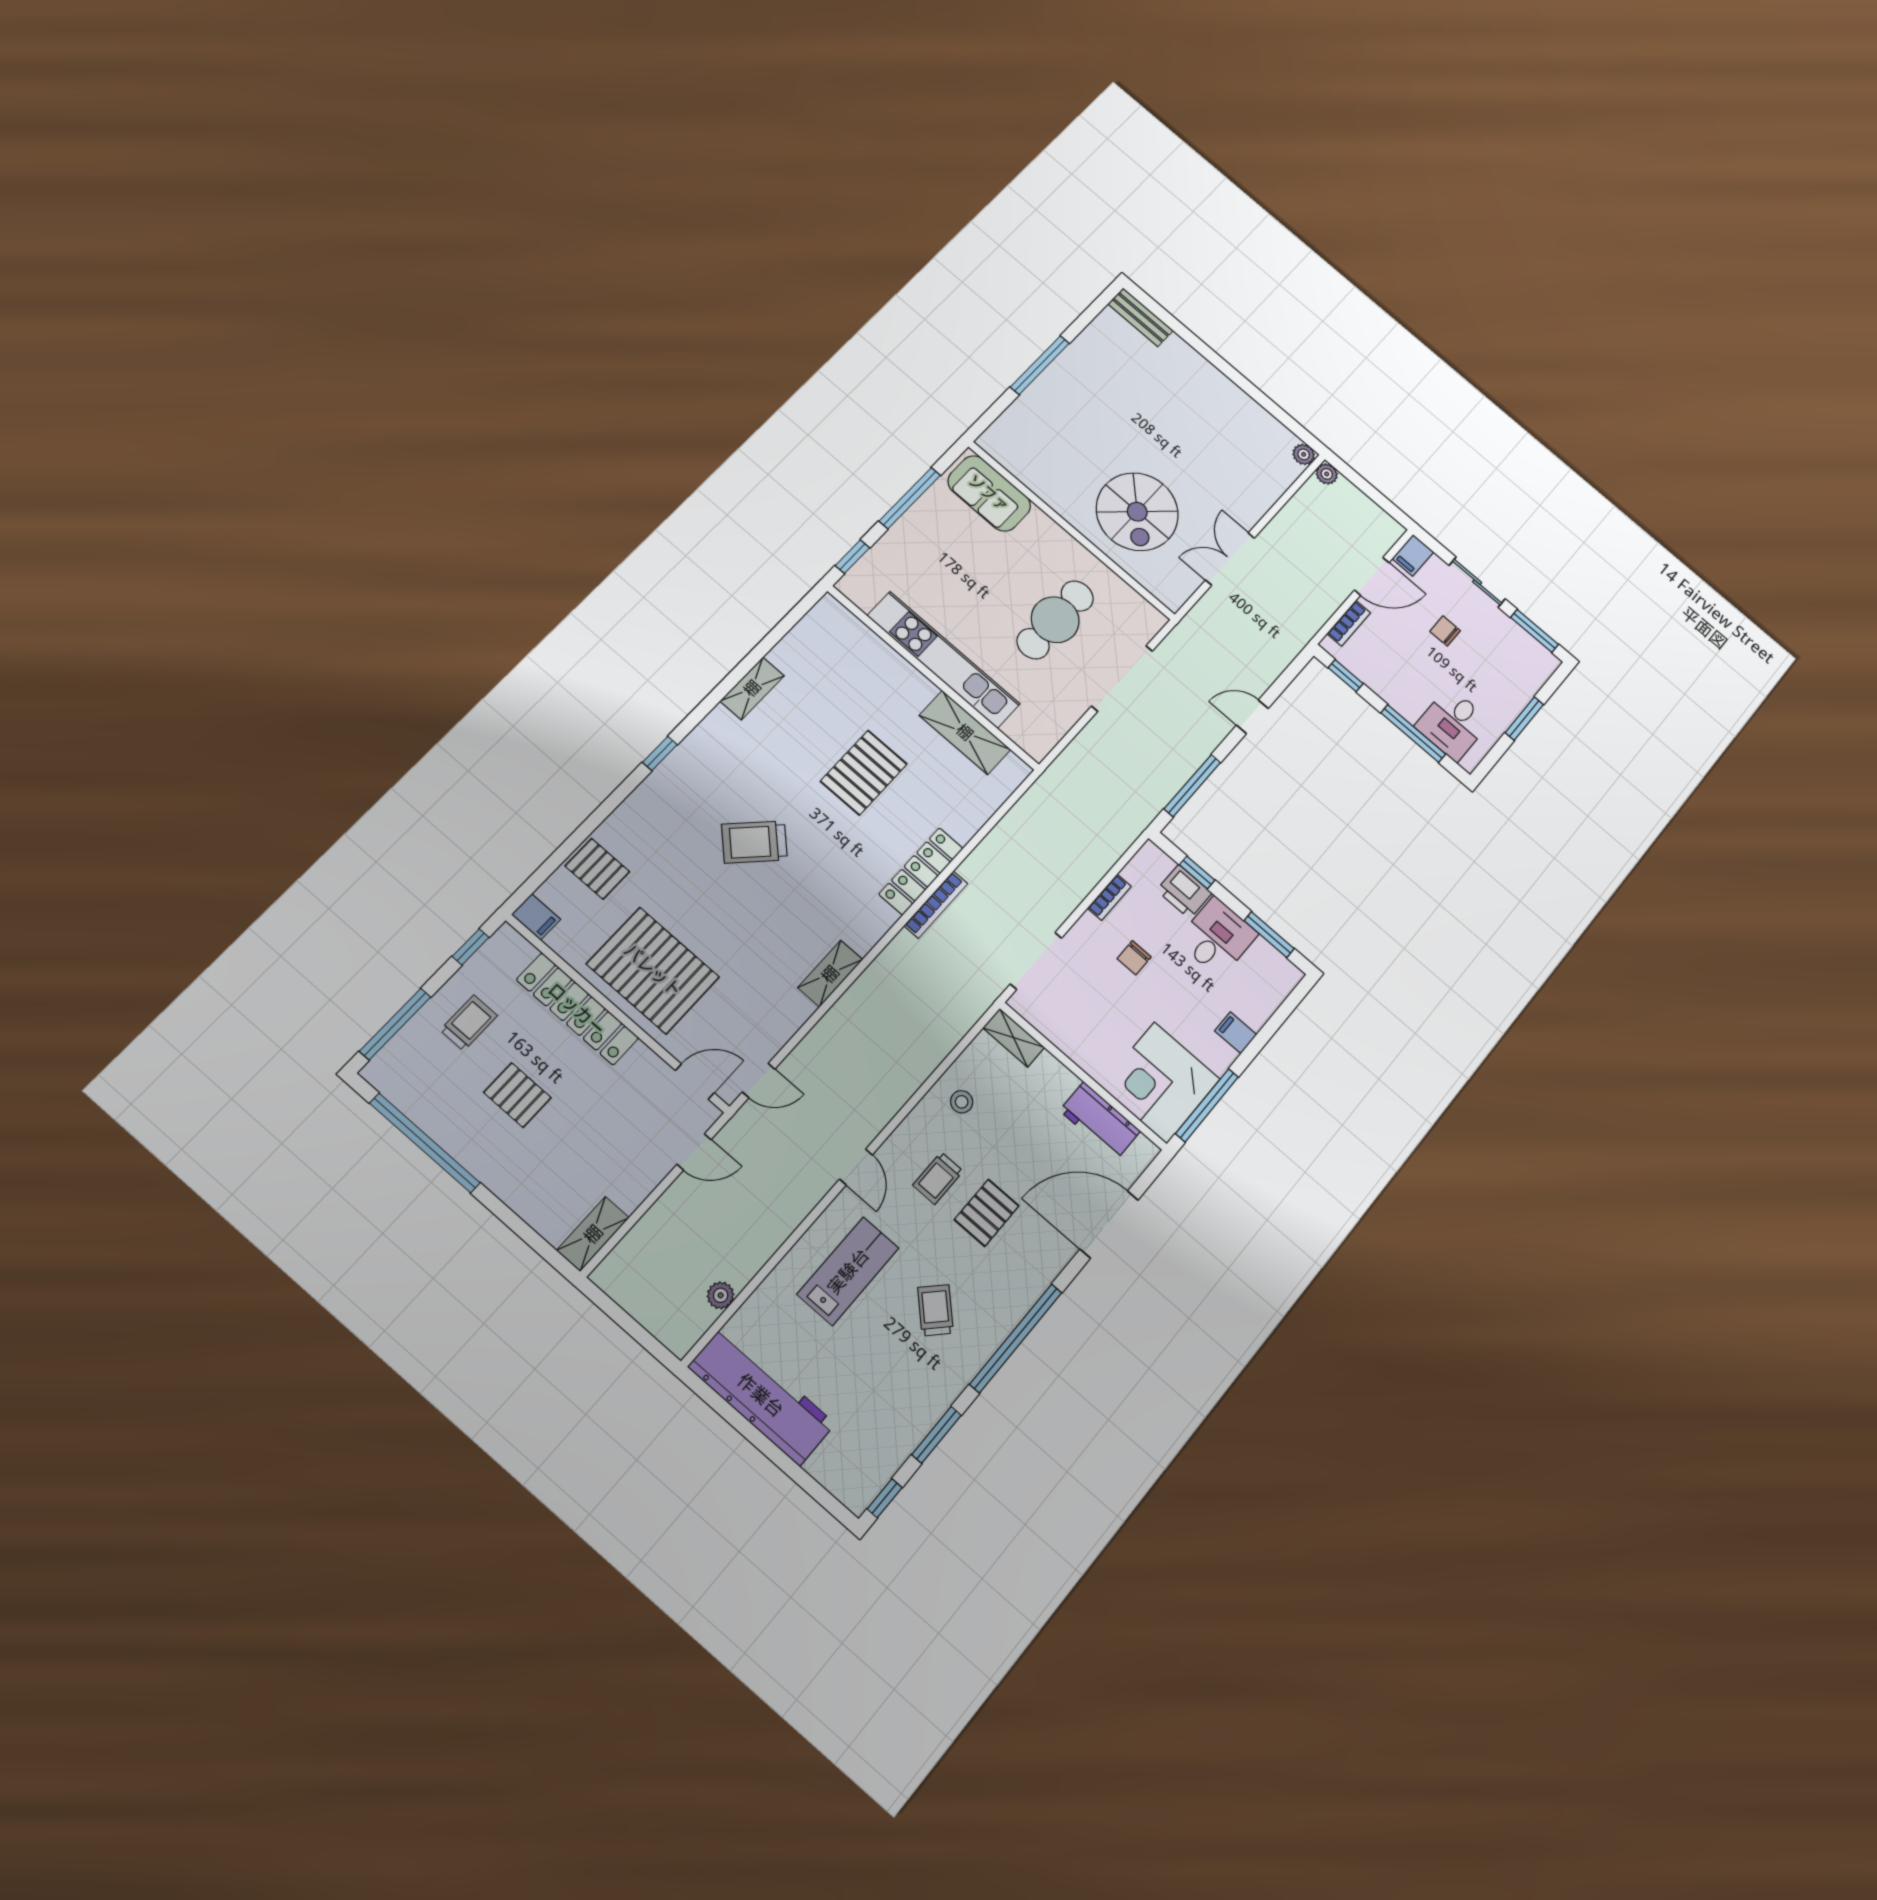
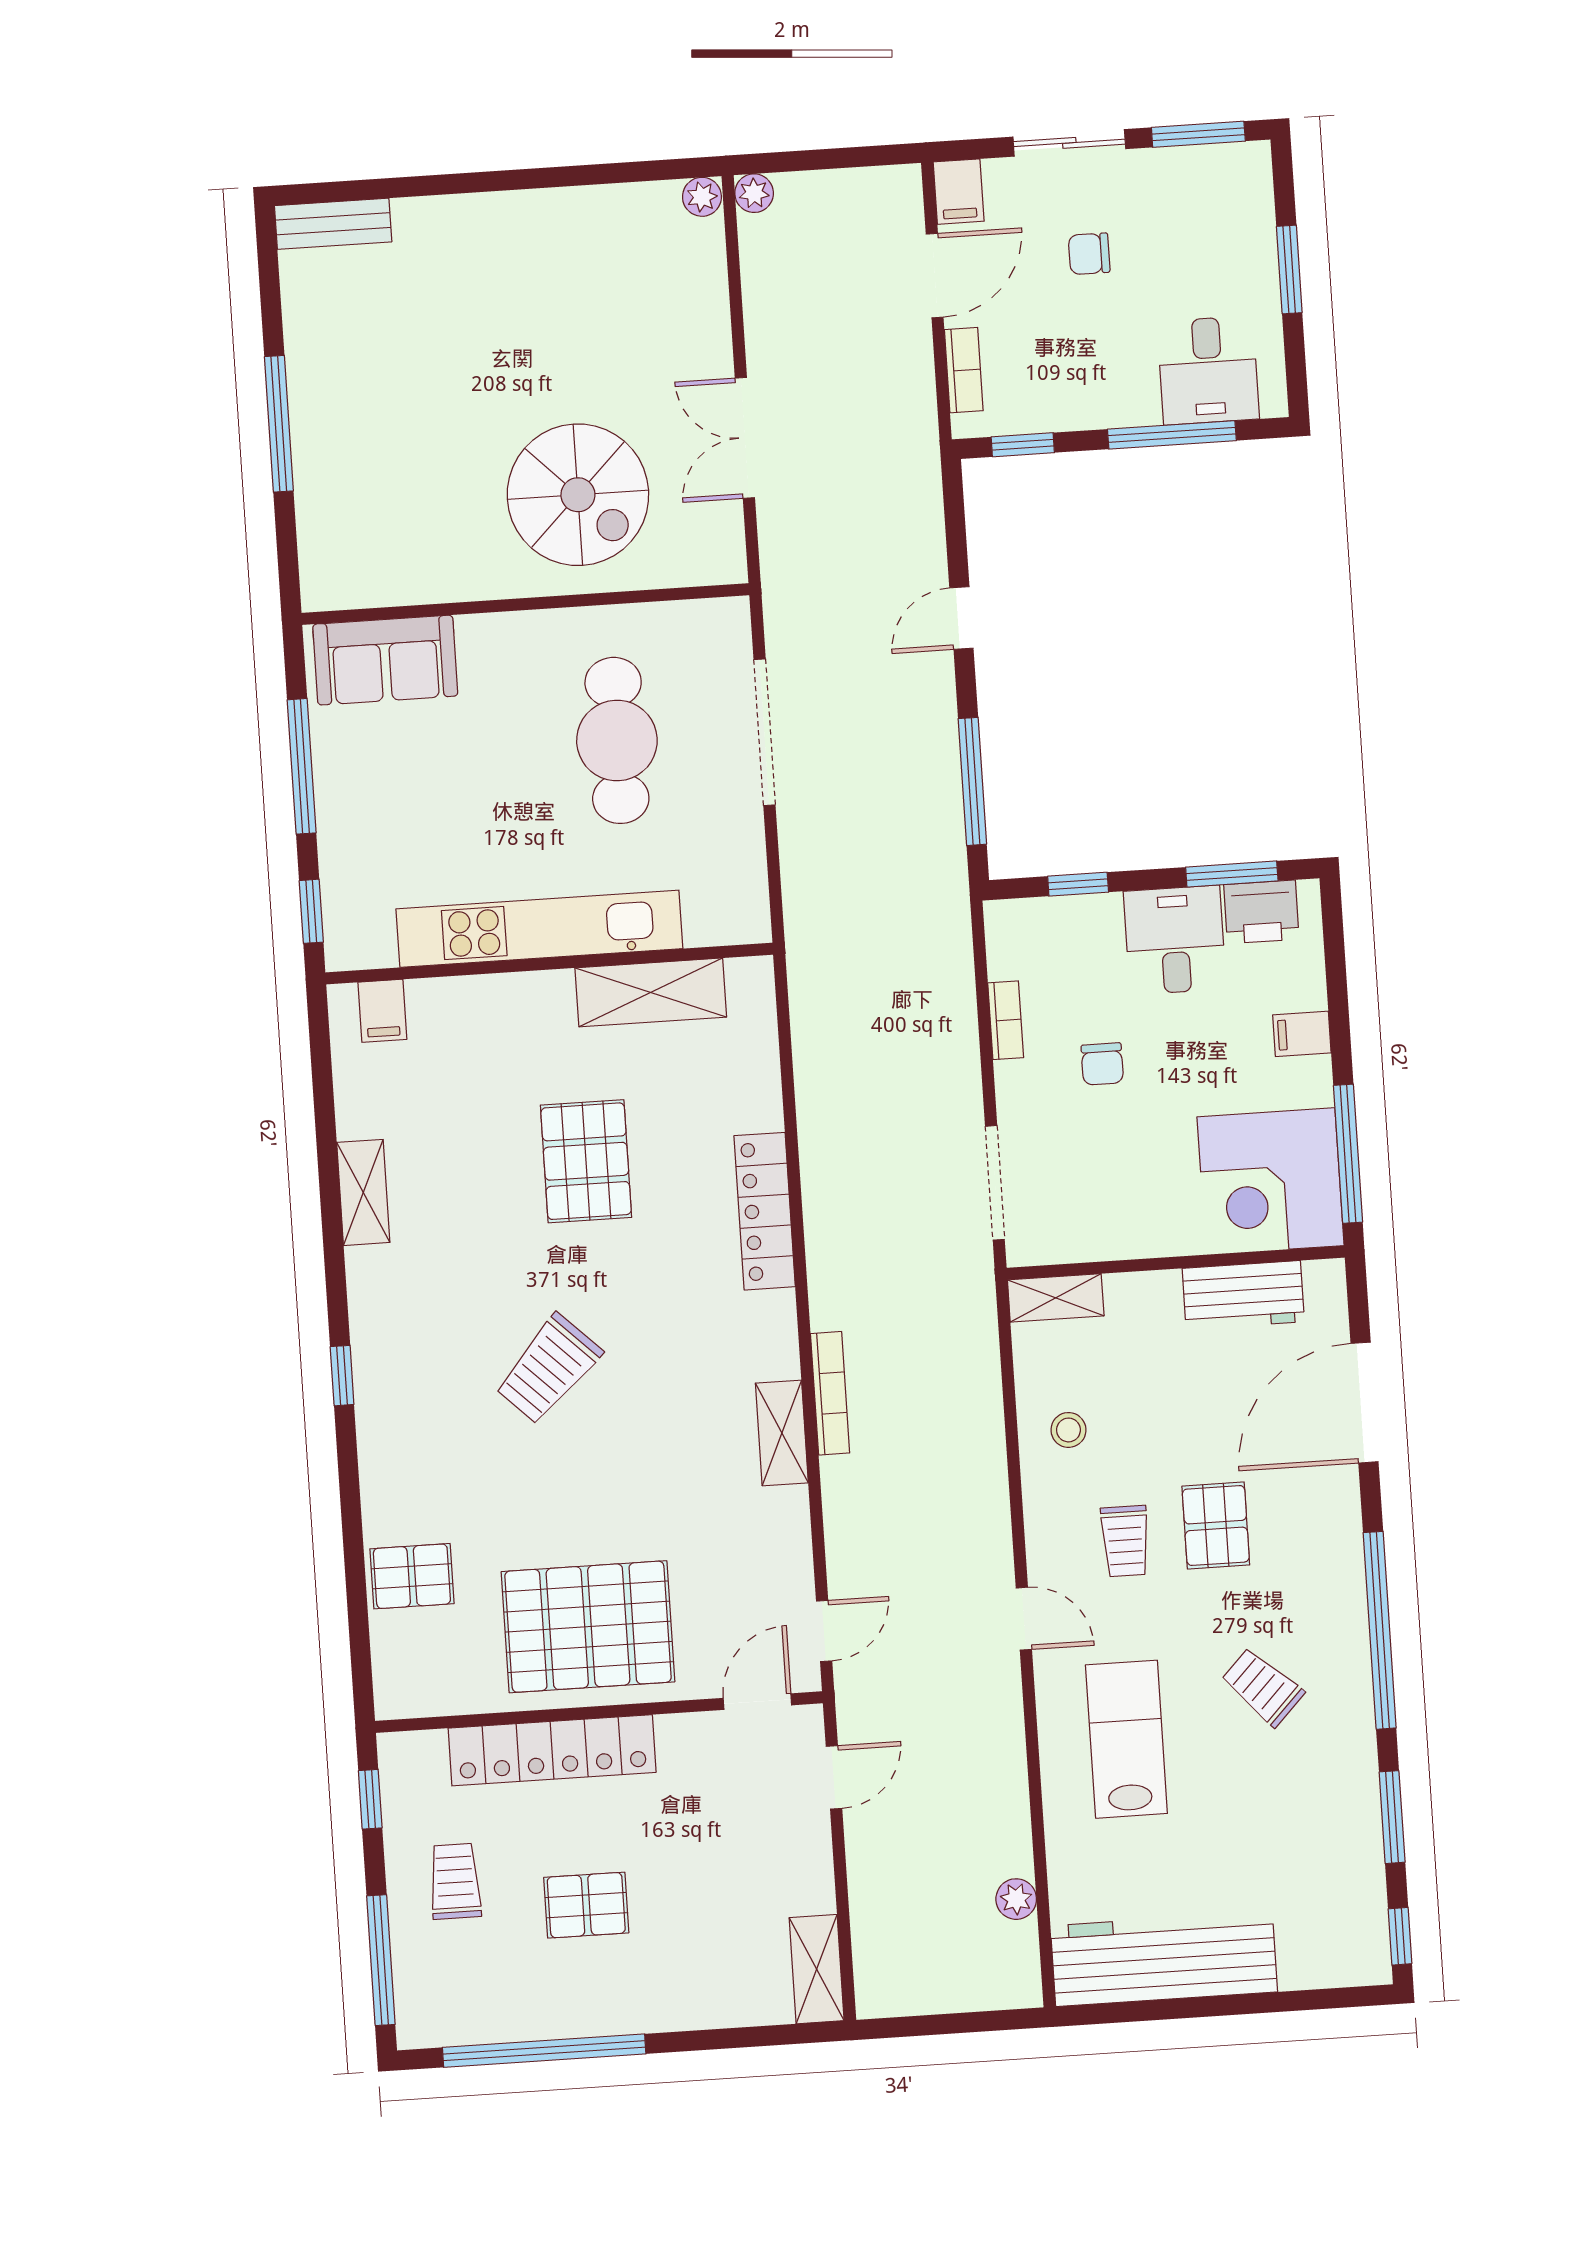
printer: (1184, 892) -> (1261, 912), moved
bookcase: (936, 905) -> (830, 1393), moved
filing cabinet: (536, 917) -> (382, 1011), moved, turned 90

